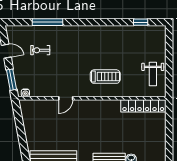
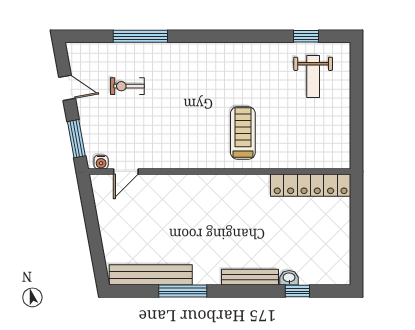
weight bench: (153, 74) -> (313, 76), moved
treadmill: (105, 77) -> (243, 133), turned -90
door: (66, 98) -> (126, 171), moved

